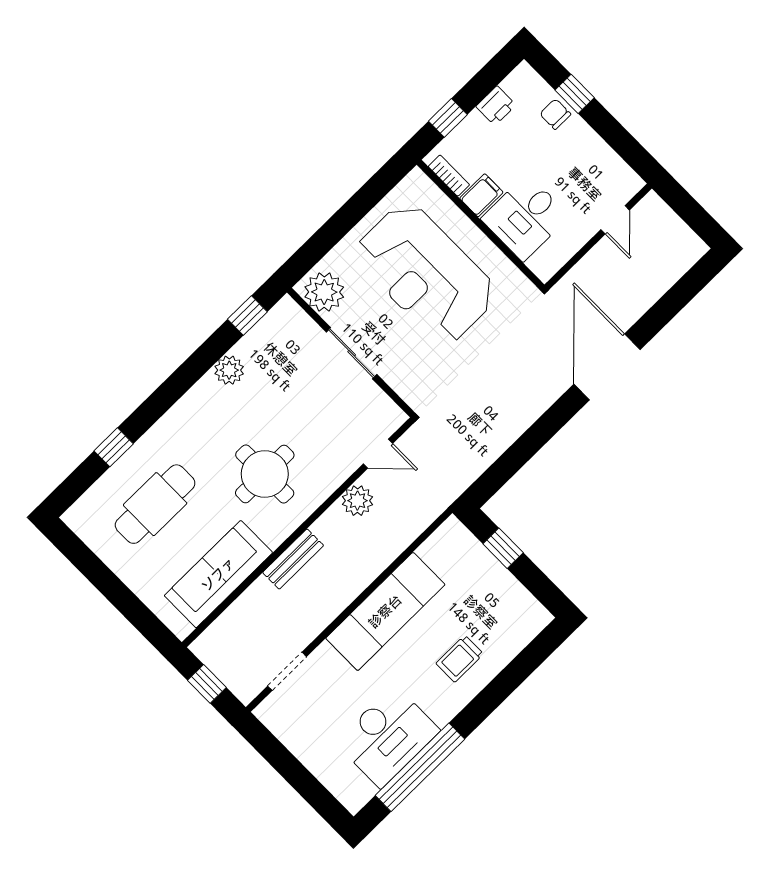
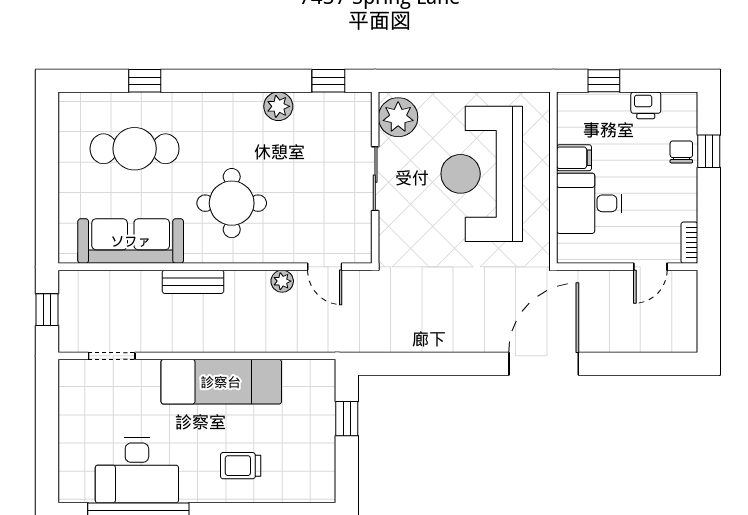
bookcase: (449, 176) -> (689, 243), moved, turned 180
plant: (357, 501) -> (282, 281), width x0.73, depth x0.73

